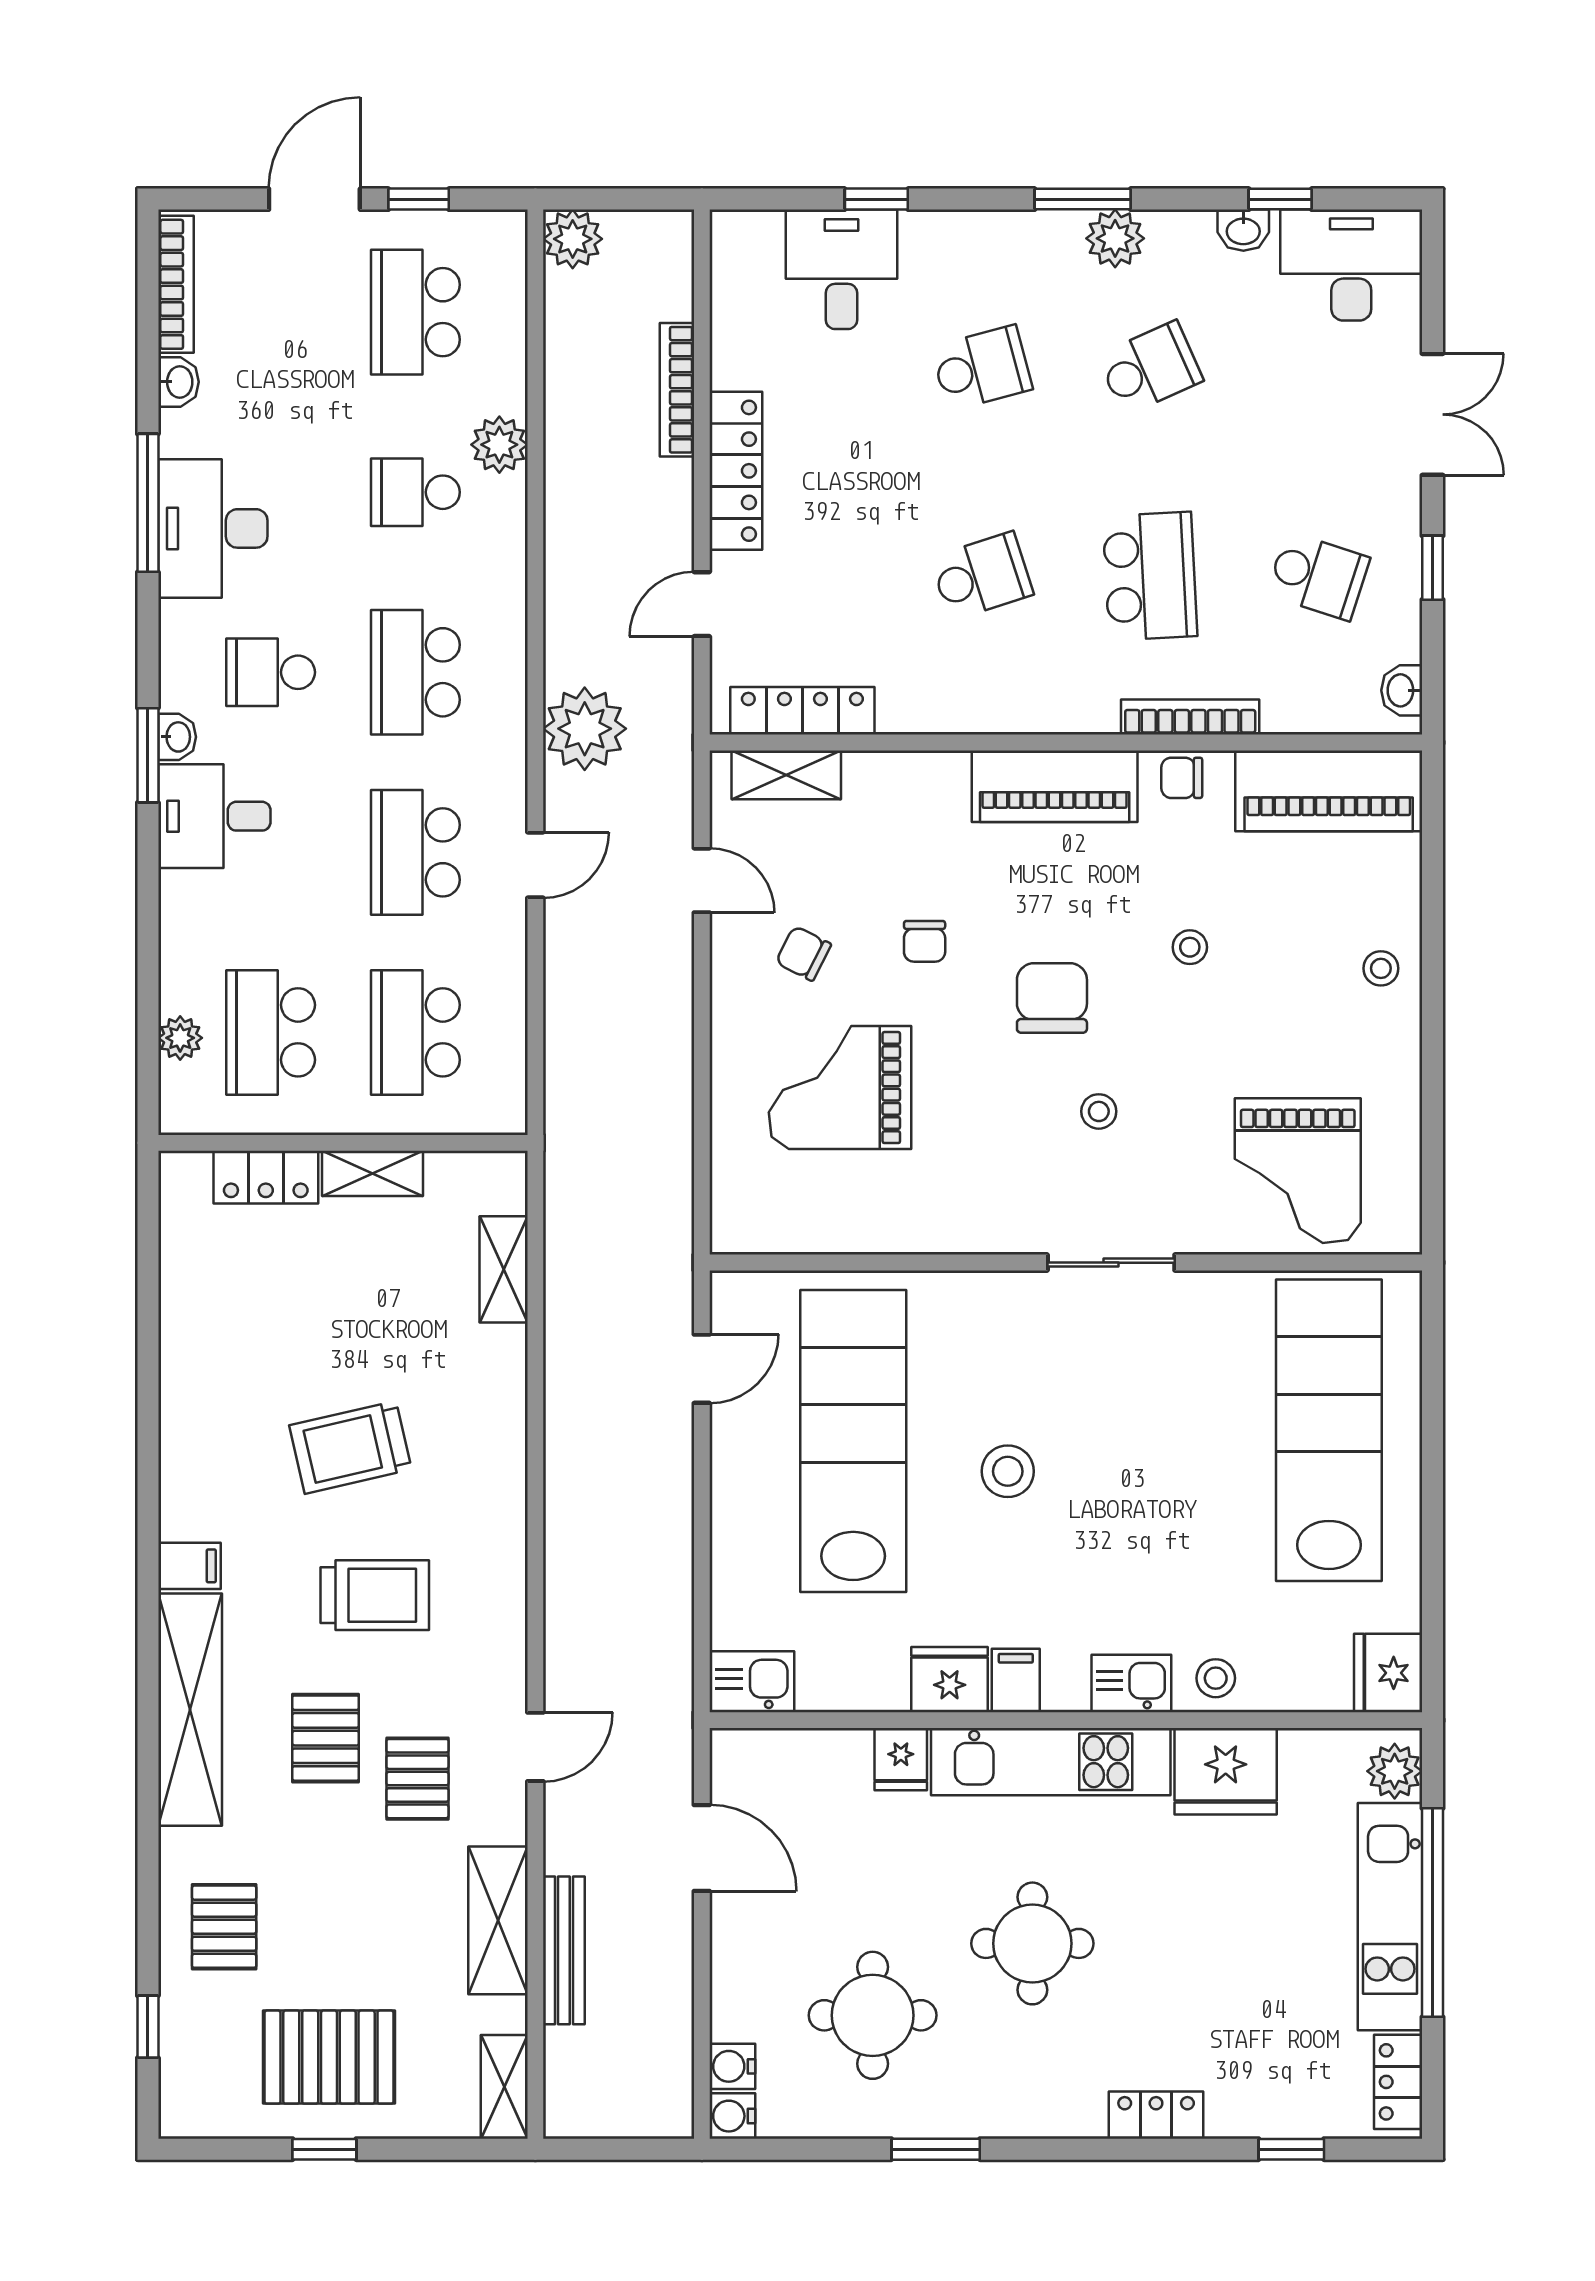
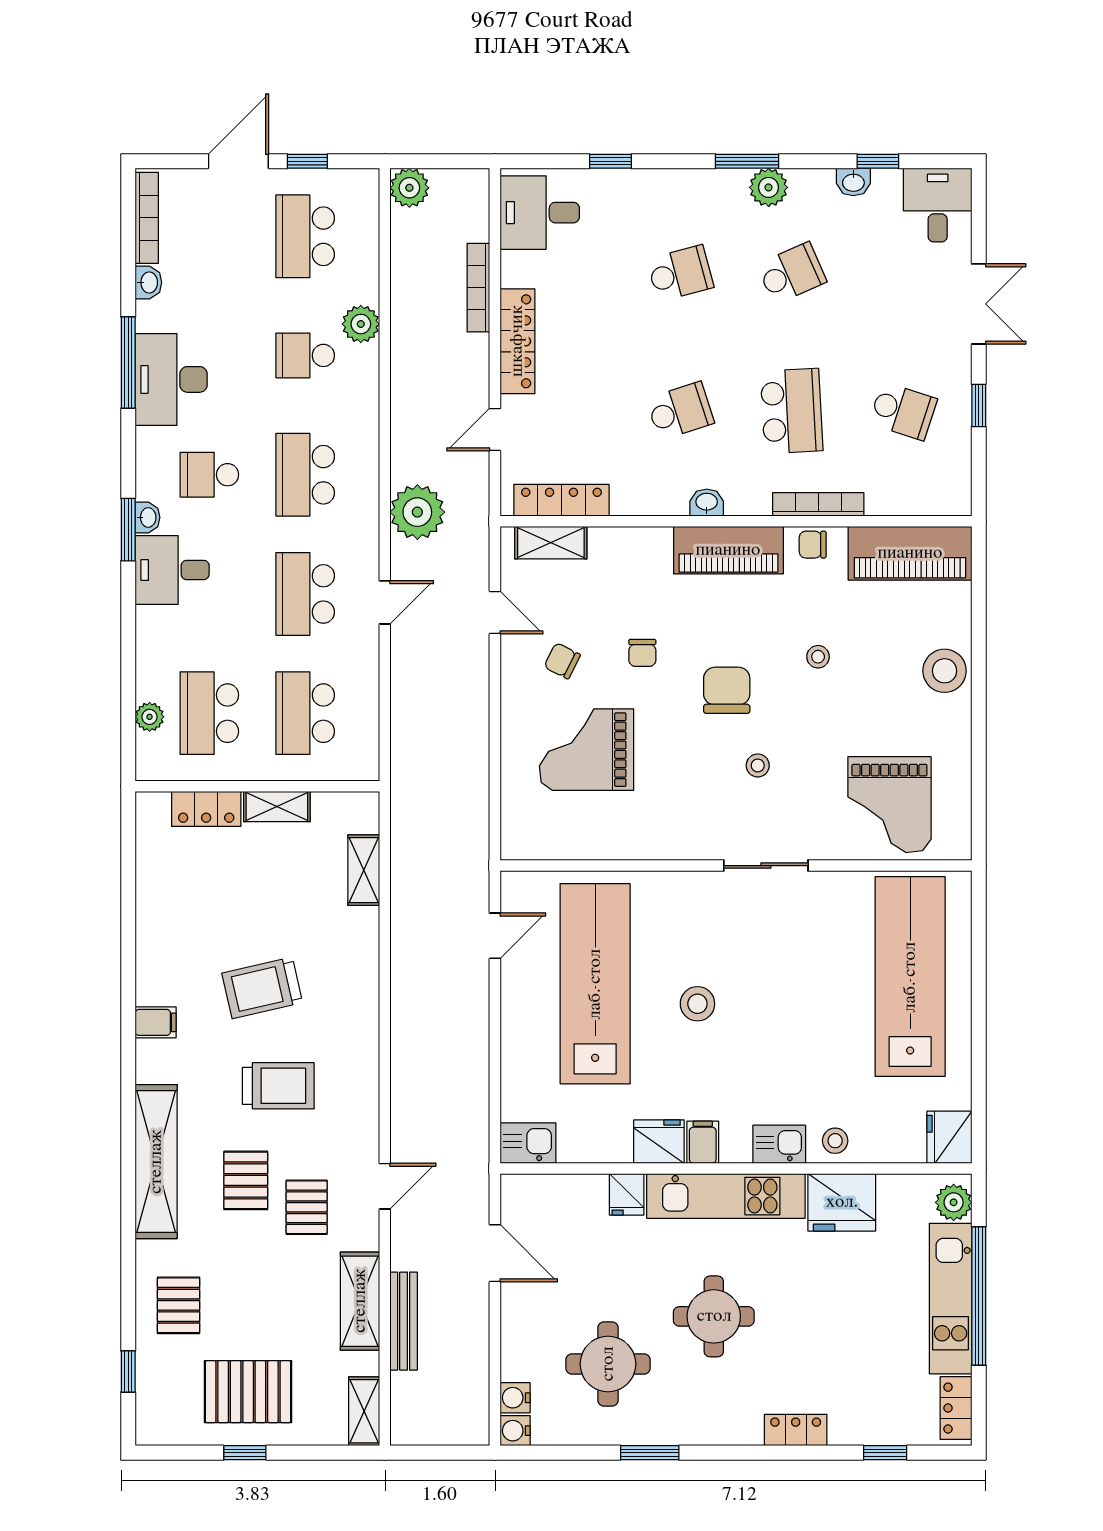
desk: (1351, 265) -> (938, 205), width x0.73
desk: (841, 269) -> (540, 213), moved, turned -90
washbasin: (1402, 690) -> (707, 503), moved, turned 90
stool: (1381, 968) -> (945, 671), width x1.89, depth x1.89
filing cabinet: (189, 1566) -> (156, 1022), moved

